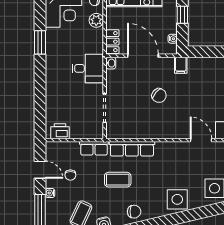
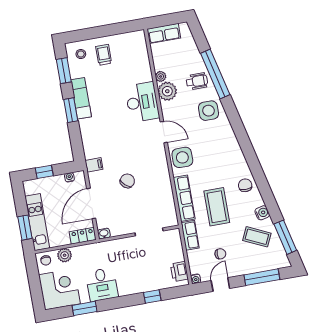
window: (40, 42) -> (85, 308), moved
desk: (88, 68) -> (102, 284), moved, turned 180
window: (40, 100) -> (152, 296), added
door: (201, 140) -> (164, 132), swing flipped
coffee table: (118, 180) -> (217, 207), width x1.36, depth x1.32
water cooler: (50, 193) -> (196, 279), moved
side table: (177, 199) -> (182, 157), moved

